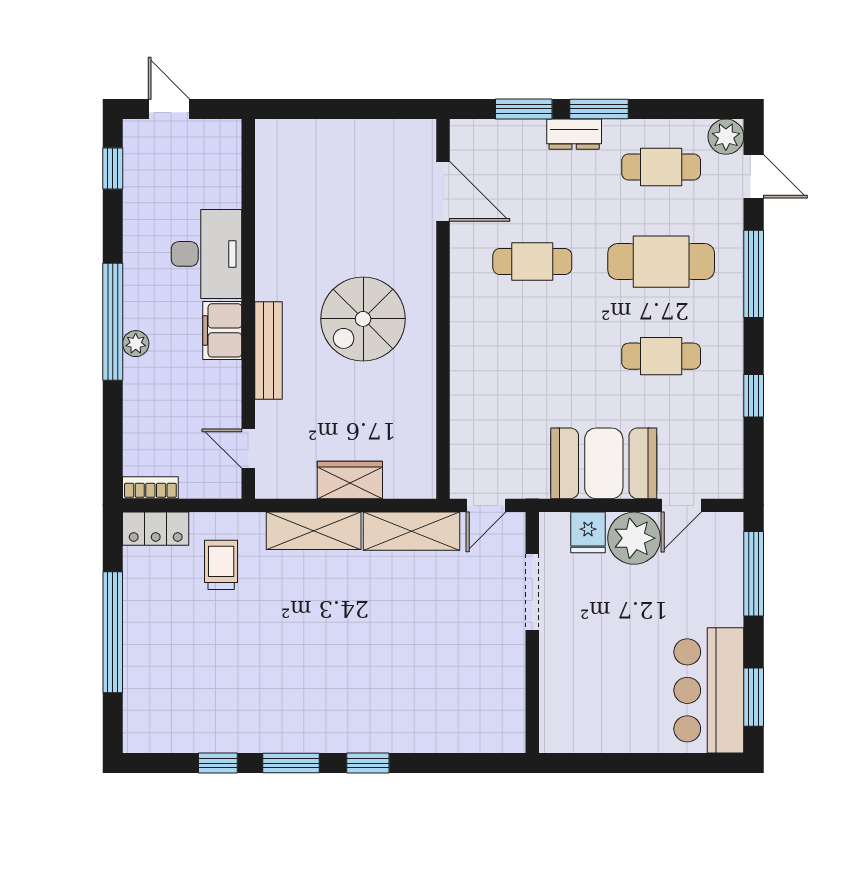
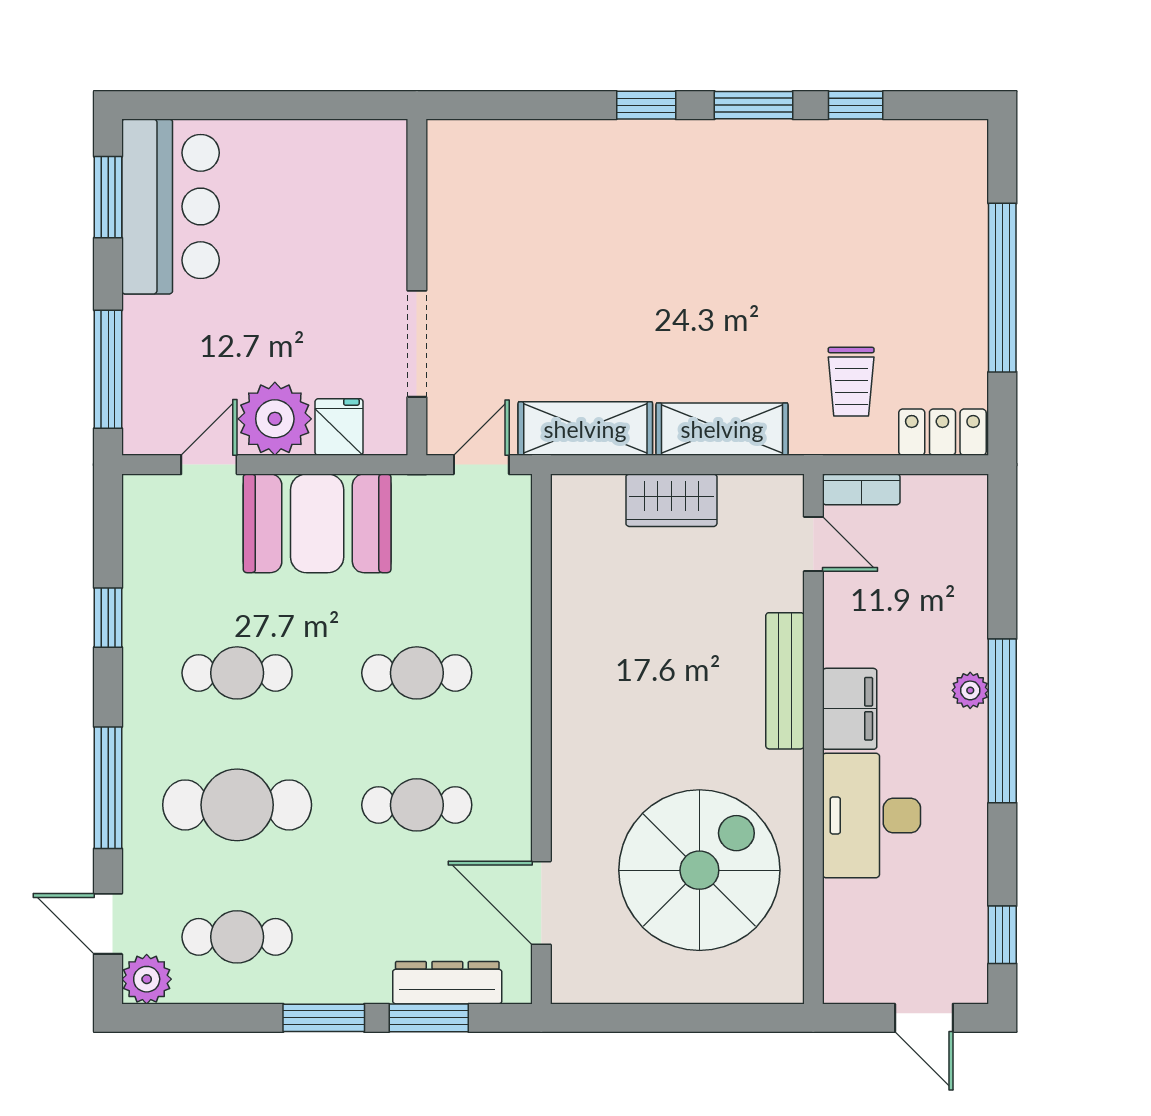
dresser: (574, 134) -> (447, 983), moved, width x1.44
spiral stairs: (363, 319) -> (699, 870), moved, width x1.37, depth x1.37
cafe table: (532, 356) -> (417, 673), added
bookcase: (150, 488) -> (861, 489), moved

